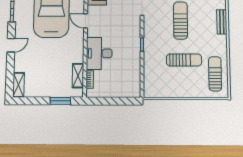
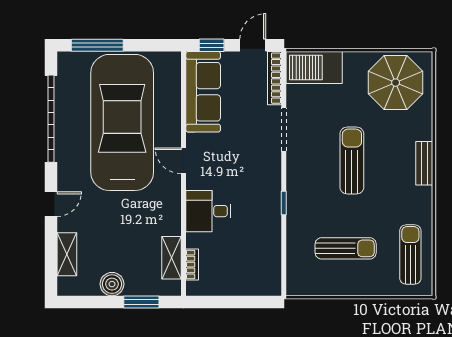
desk: (99, 53) -> (208, 211), width x0.73
sun lounger: (184, 60) -> (346, 248), moved
shelving: (19, 85) -> (67, 254), moved
boiler: (44, 91) -> (112, 284), added

